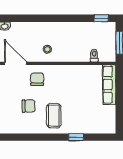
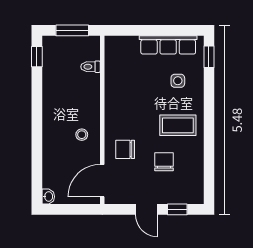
row of seats: (109, 85) -> (168, 45), moved
side table: (85, 116) -> (178, 81), added
window: (76, 137) -> (209, 57), moved

